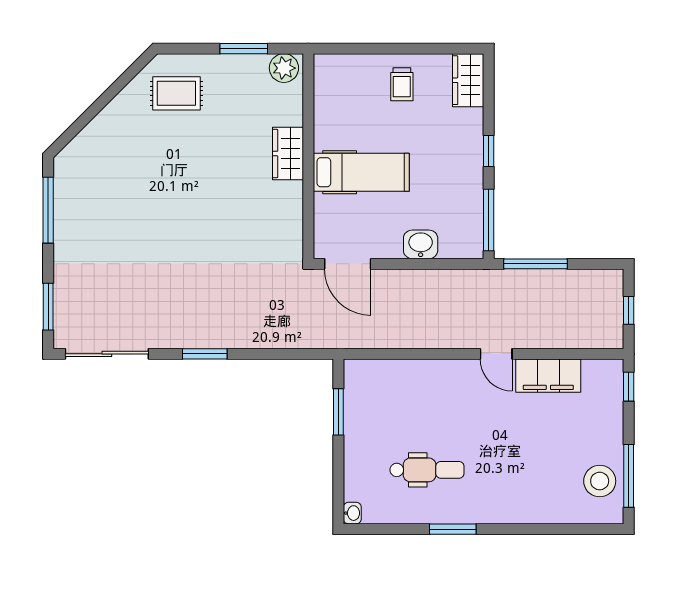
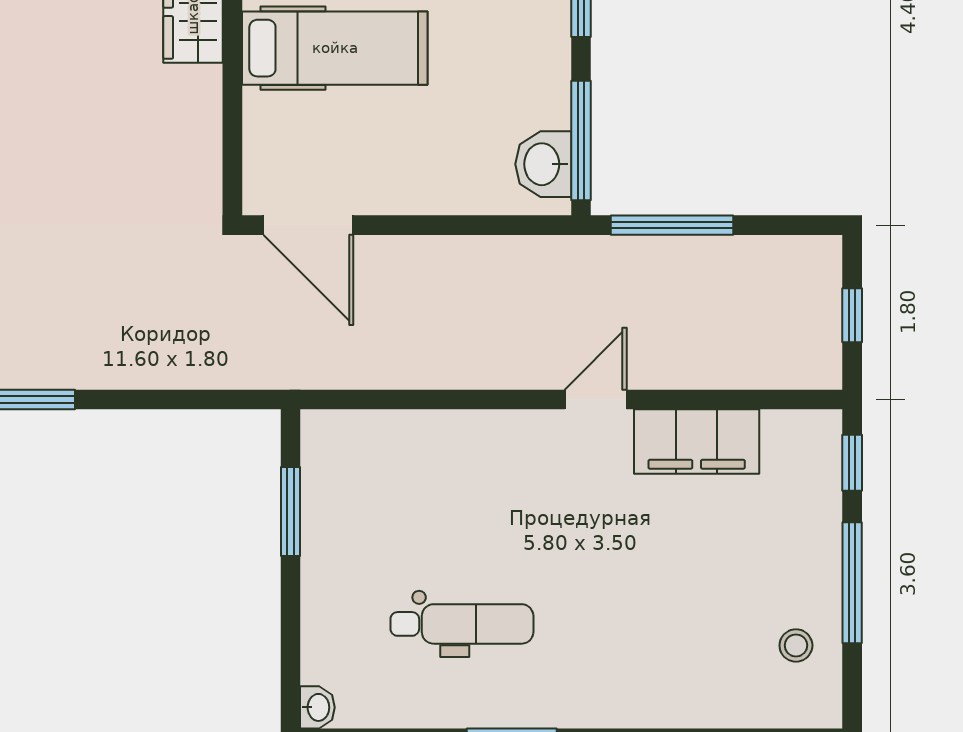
washbasin: (421, 244) -> (543, 164), moved, turned -90
door: (496, 354) -> (596, 399), swing flipped
window: (629, 476) -> (852, 583), moved
stool: (600, 481) -> (796, 645), width x0.53, depth x0.53

